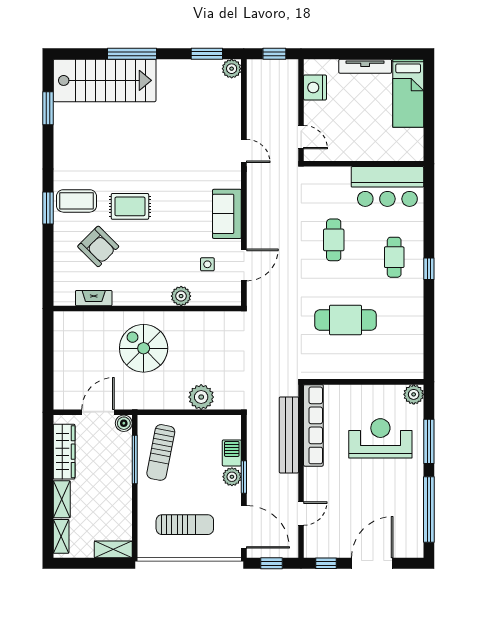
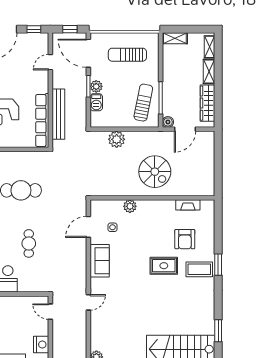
door: (244, 151) -> (88, 302), swing flipped
armchair: (98, 246) -> (185, 239), turned -135

